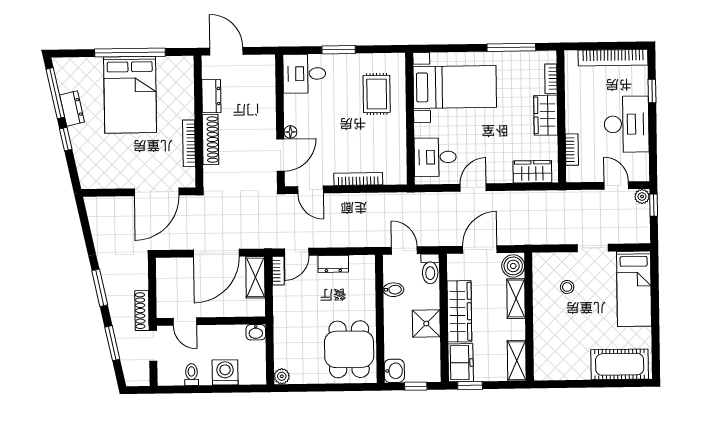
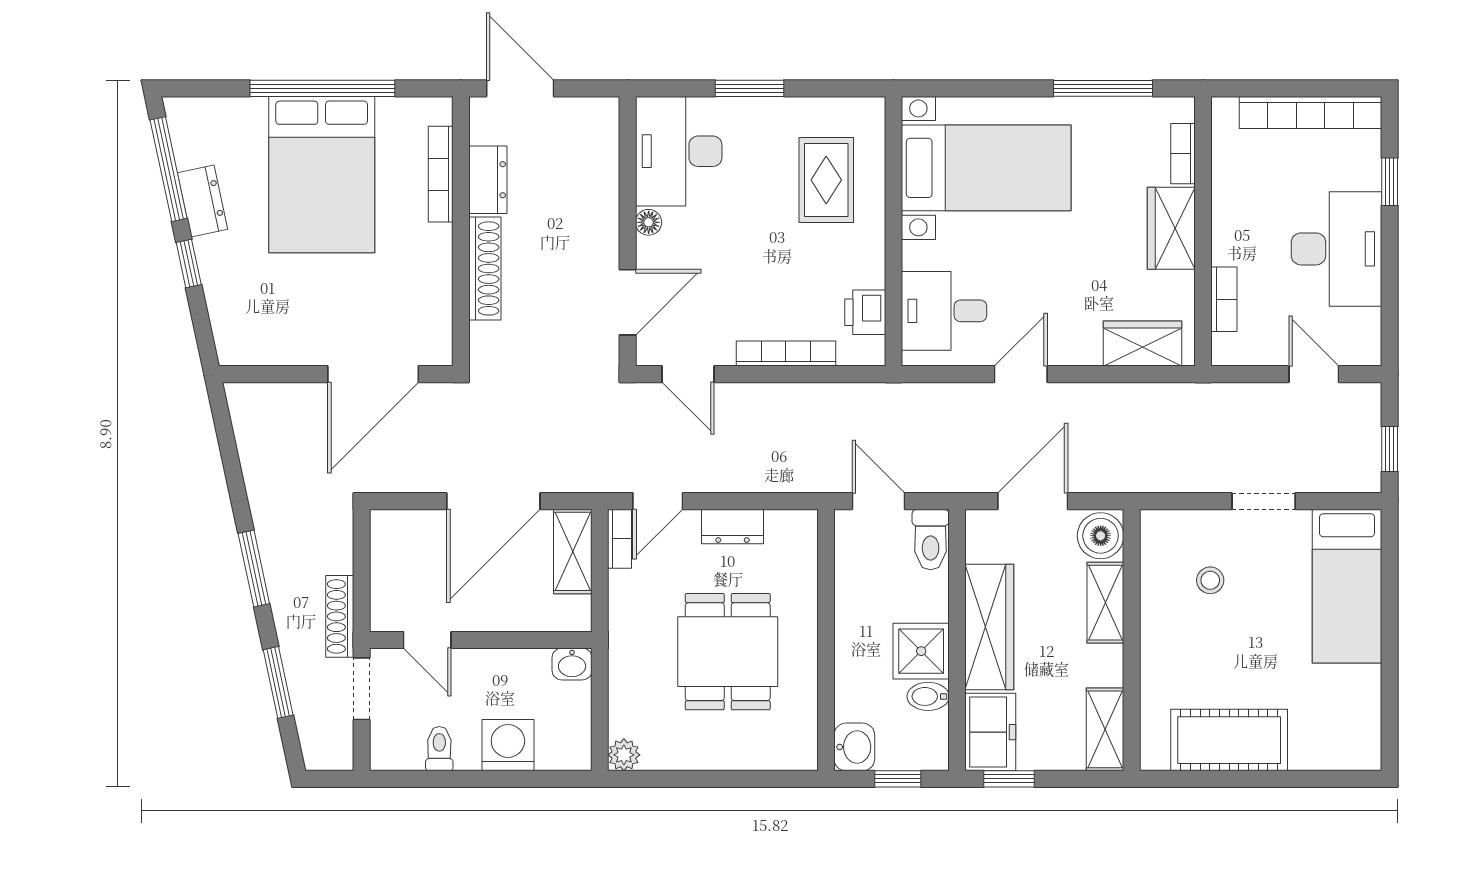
desk: (304, 74) -> (679, 151), width x1.37
floor lamp: (290, 132) -> (649, 222), moved
bookcase: (189, 143) -> (441, 174), moved
printer: (397, 158) -> (865, 312), added
plant: (642, 196) -> (1366, 397), removed
window: (654, 205) -> (1390, 449), moved
bidet: (393, 290) -> (928, 696), moved, turned 180
dining table: (349, 349) -> (728, 652), moved
cot: (620, 364) -> (1229, 740), moved

